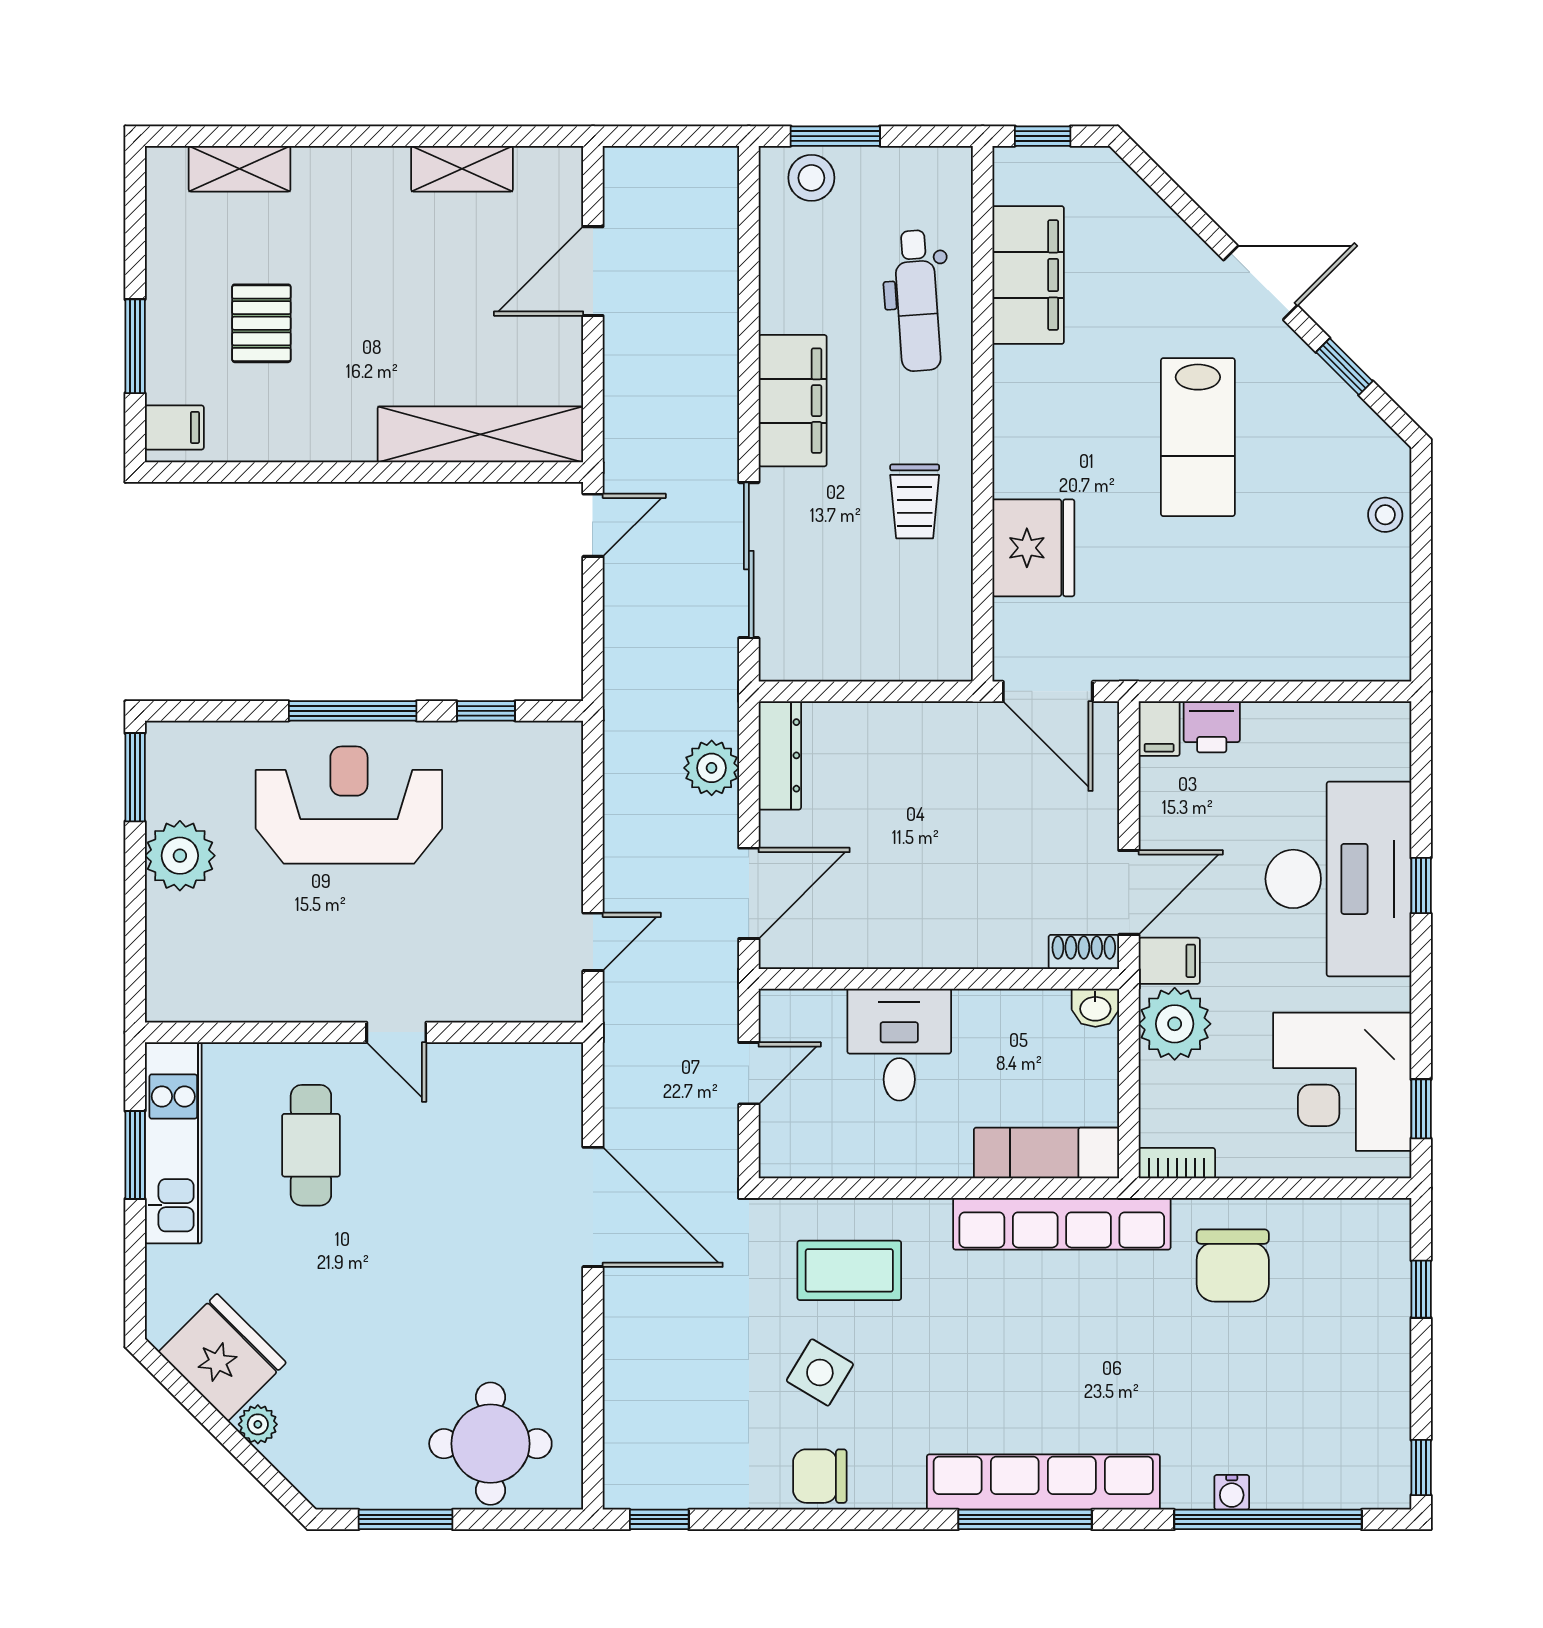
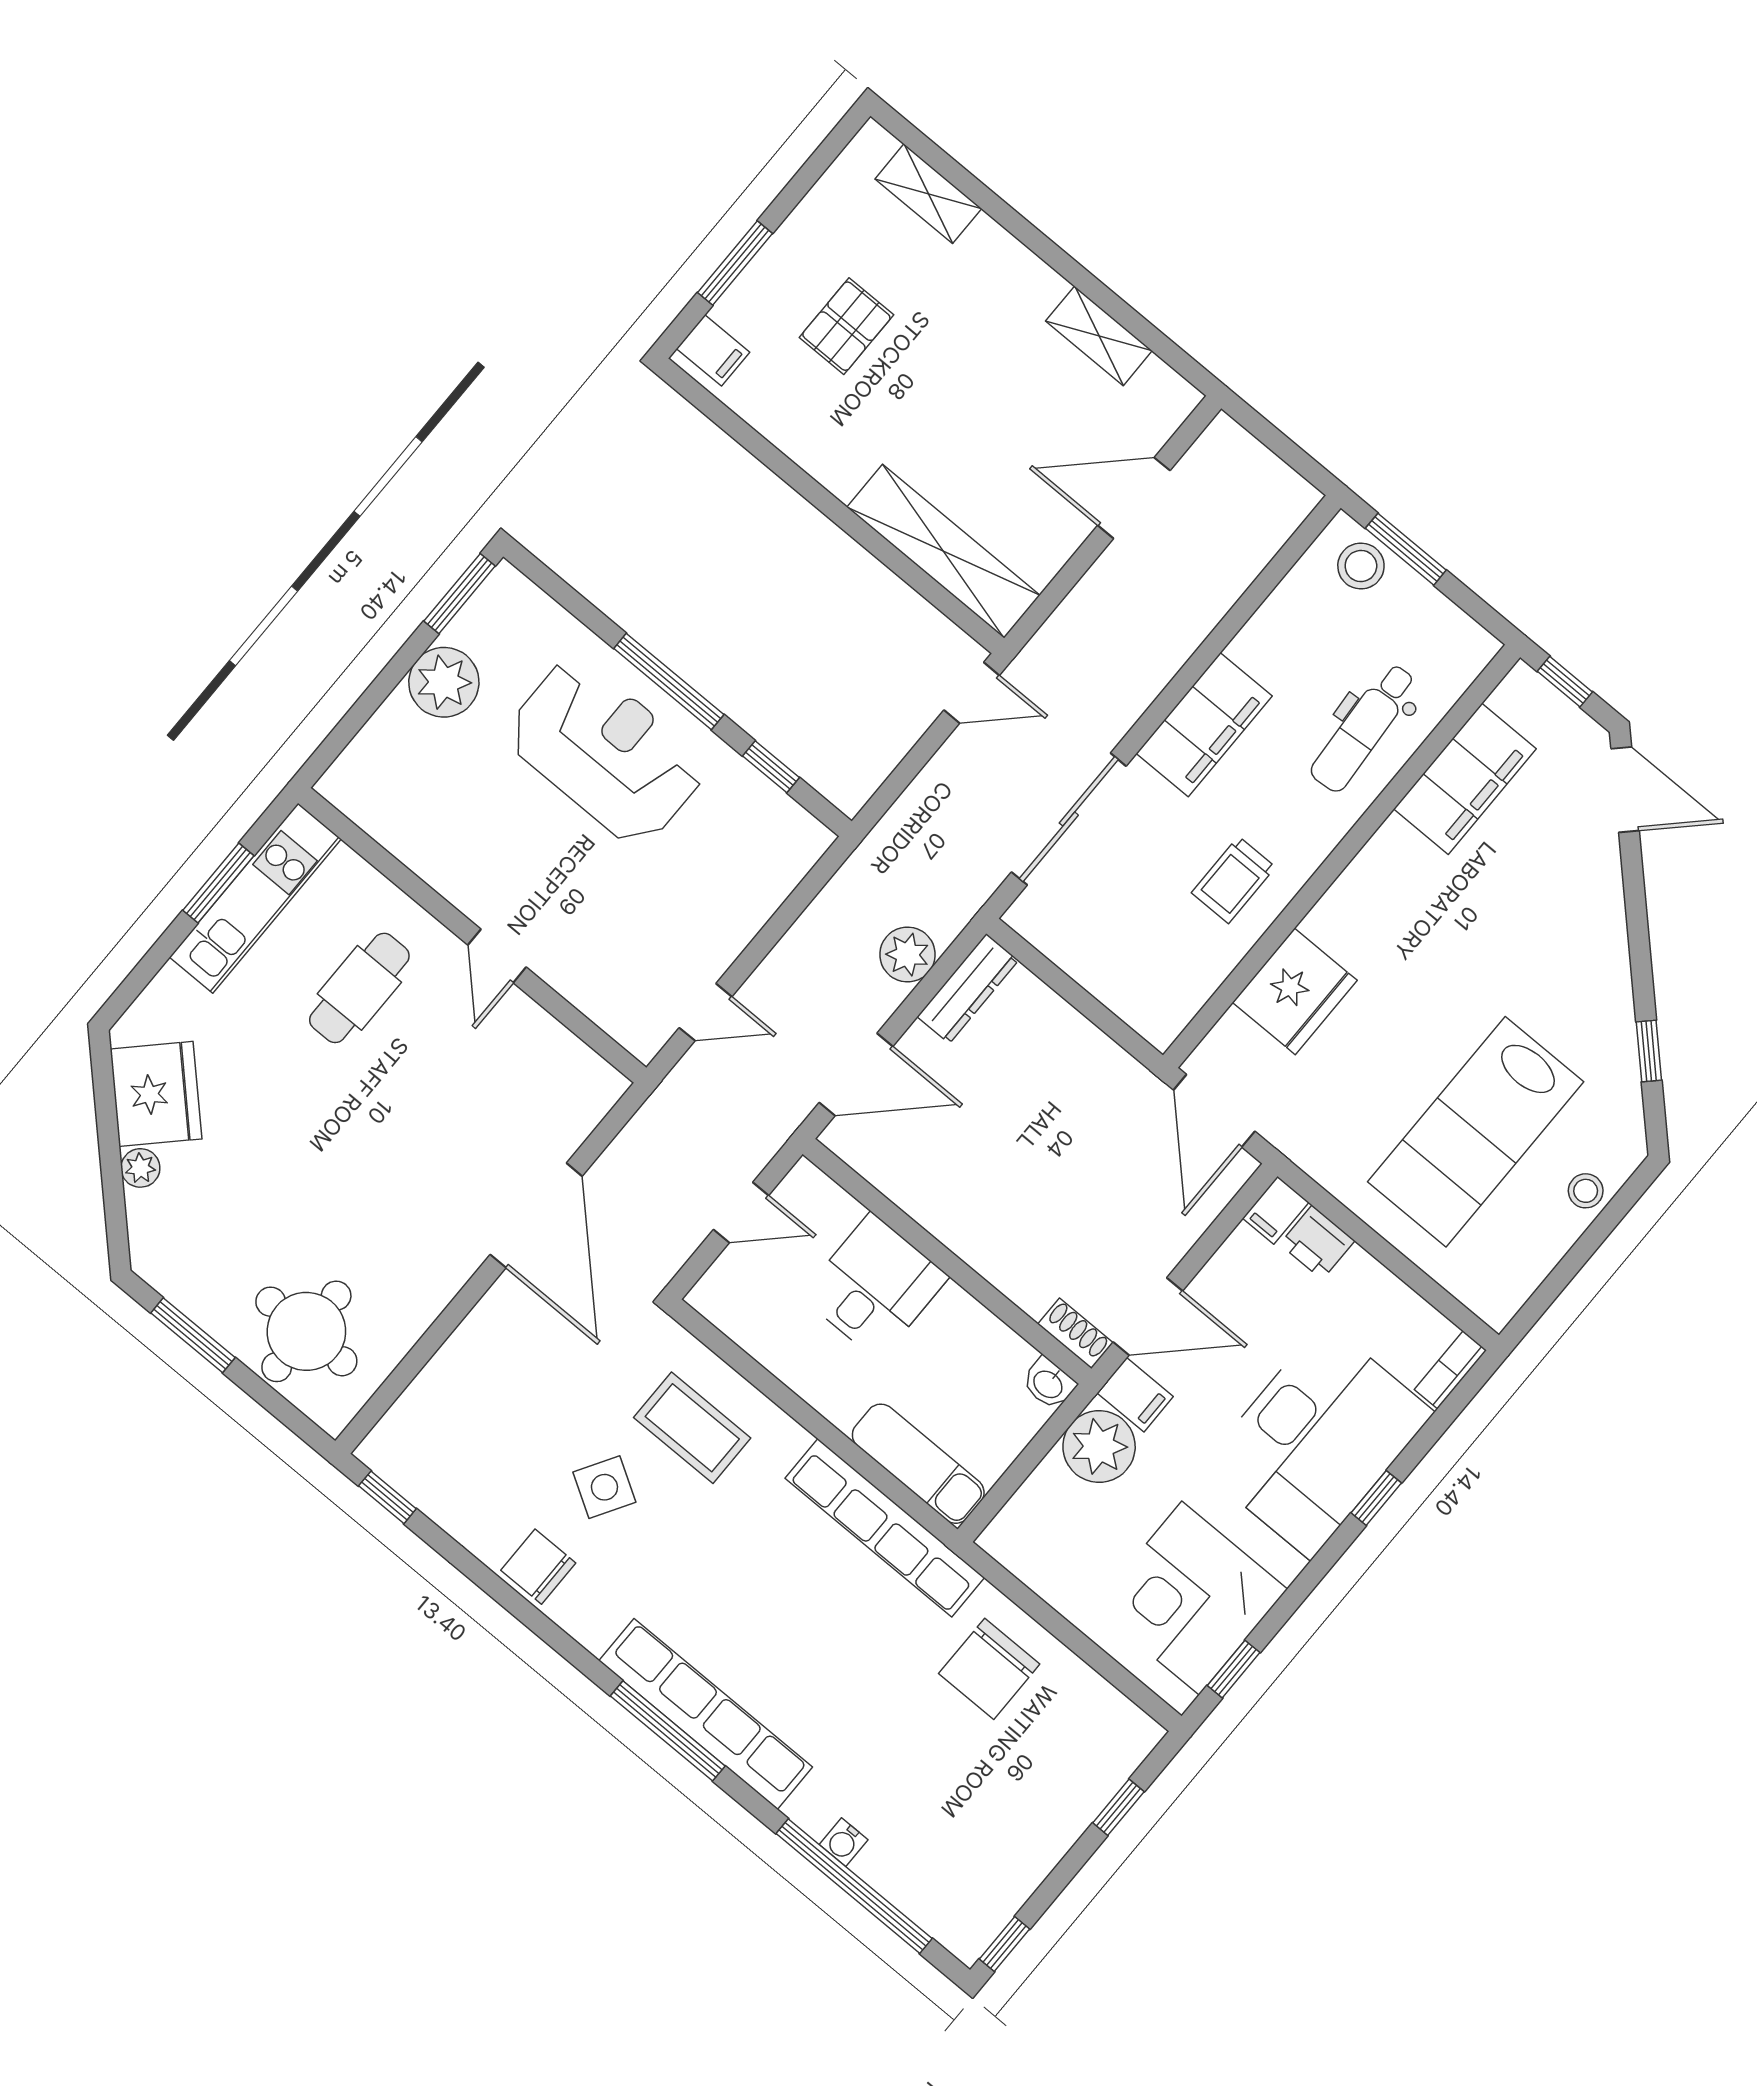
door: (1260, 283) -> (1625, 790), moved
lab bench: (1198, 437) -> (1476, 1132), moved, width x1.36, depth x1.39
bookcase: (1177, 1163) -> (1450, 1370), moved, turned -90

